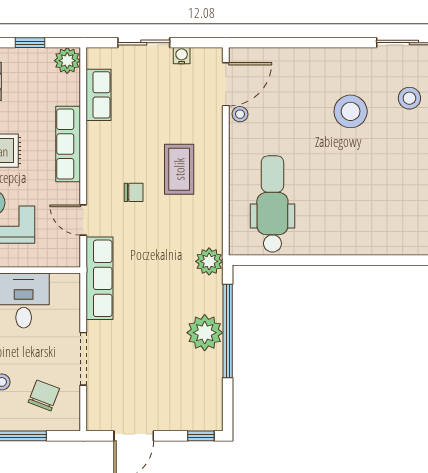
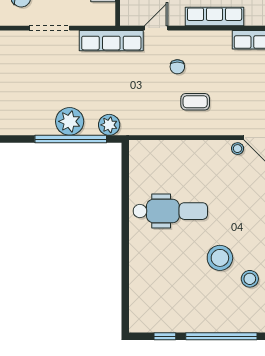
stool: (351, 111) -> (220, 258), moved
coffee table: (179, 169) -> (195, 102), width x0.73, depth x0.77
dental chair: (272, 204) -> (170, 211), moved
plant: (209, 261) -> (109, 125), moved

